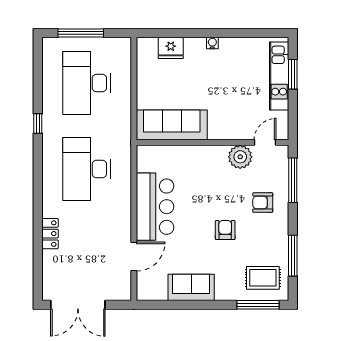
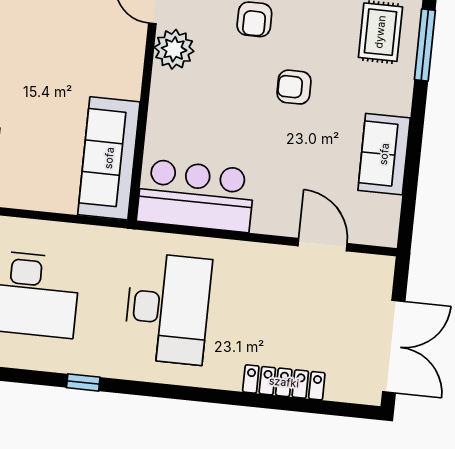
desk: (87, 169) -> (168, 308), turned -90
bar counter: (155, 207) -> (196, 196), moved
locker: (50, 234) -> (284, 382), width x1.53

